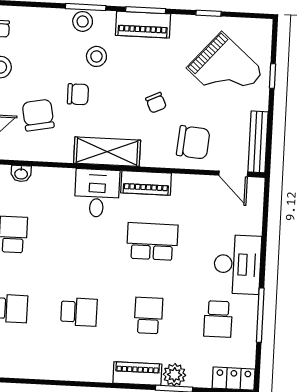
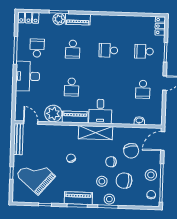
chair: (193, 142) -> (124, 181), moved
plant: (189, 191) -> (53, 114), added
school desk: (152, 242) -> (72, 87), width x0.54

